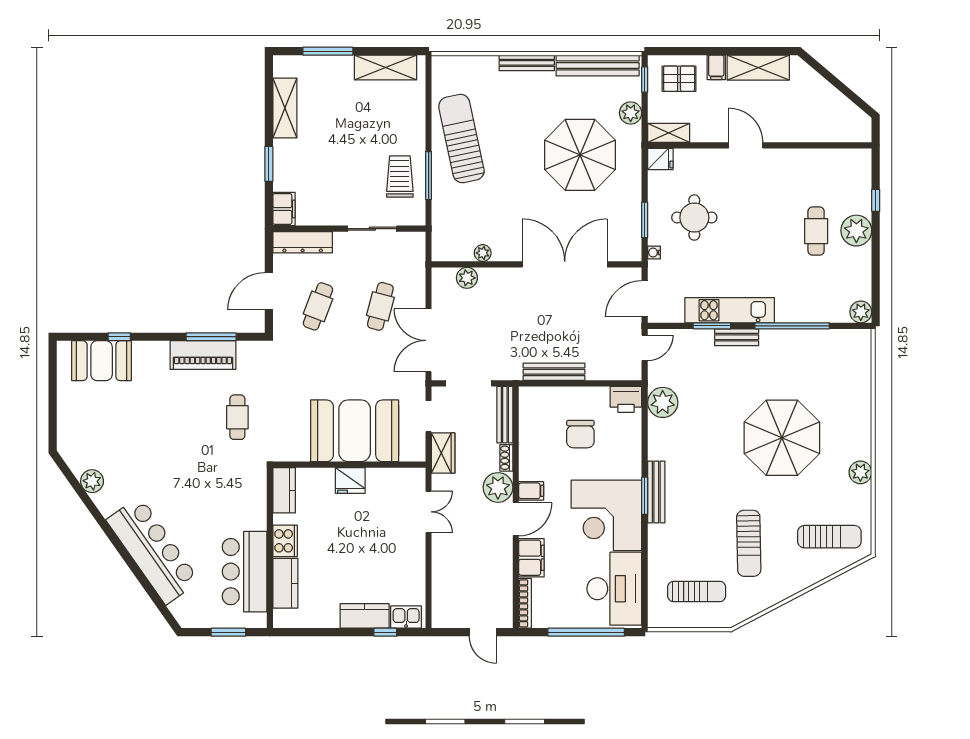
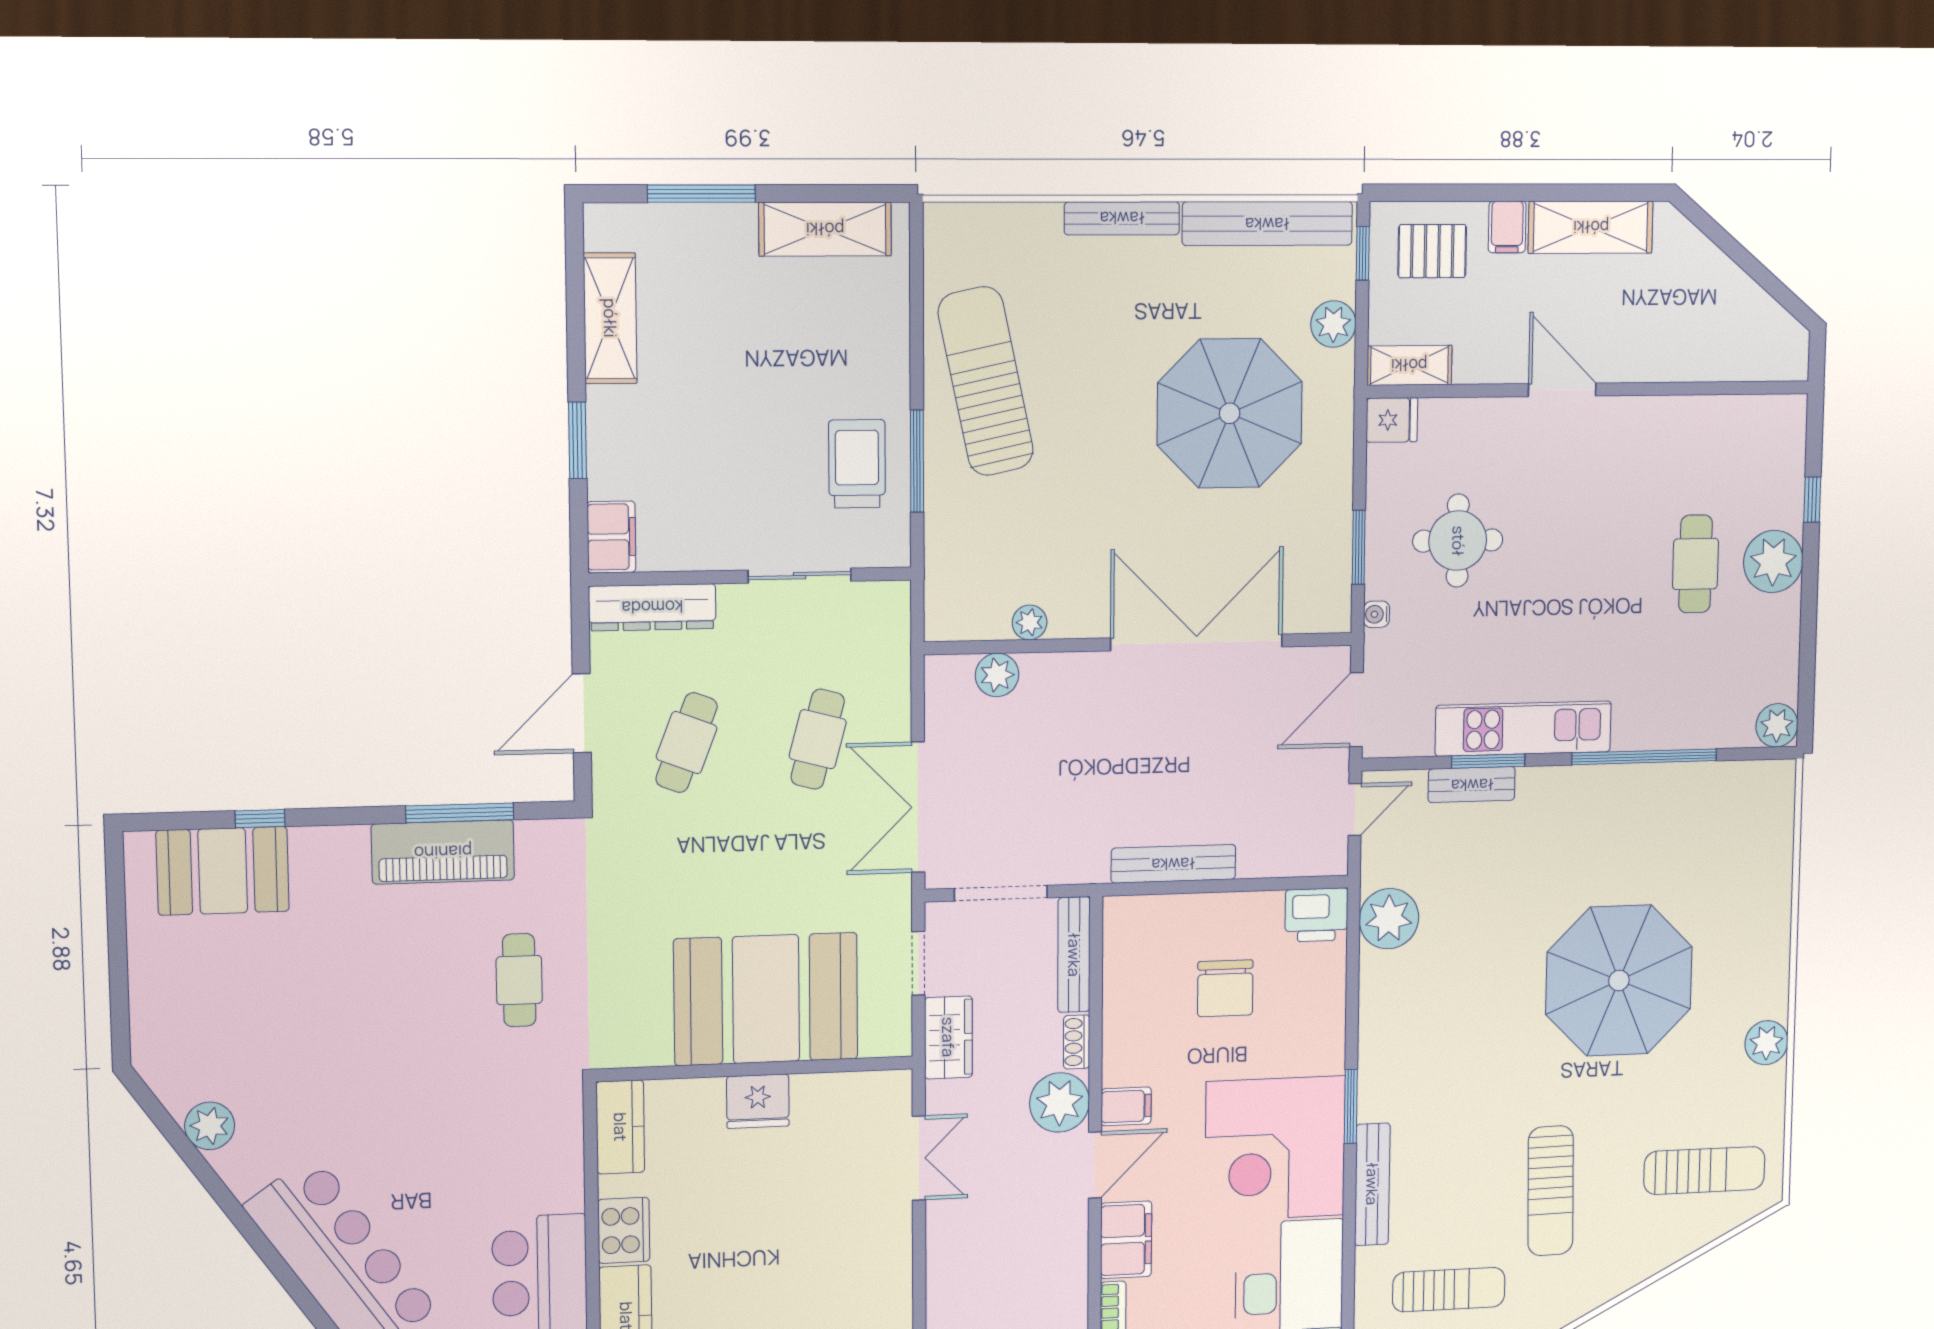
bench: (737, 337) -> (1472, 785), moved
bench: (656, 492) -> (1372, 1184), moved

